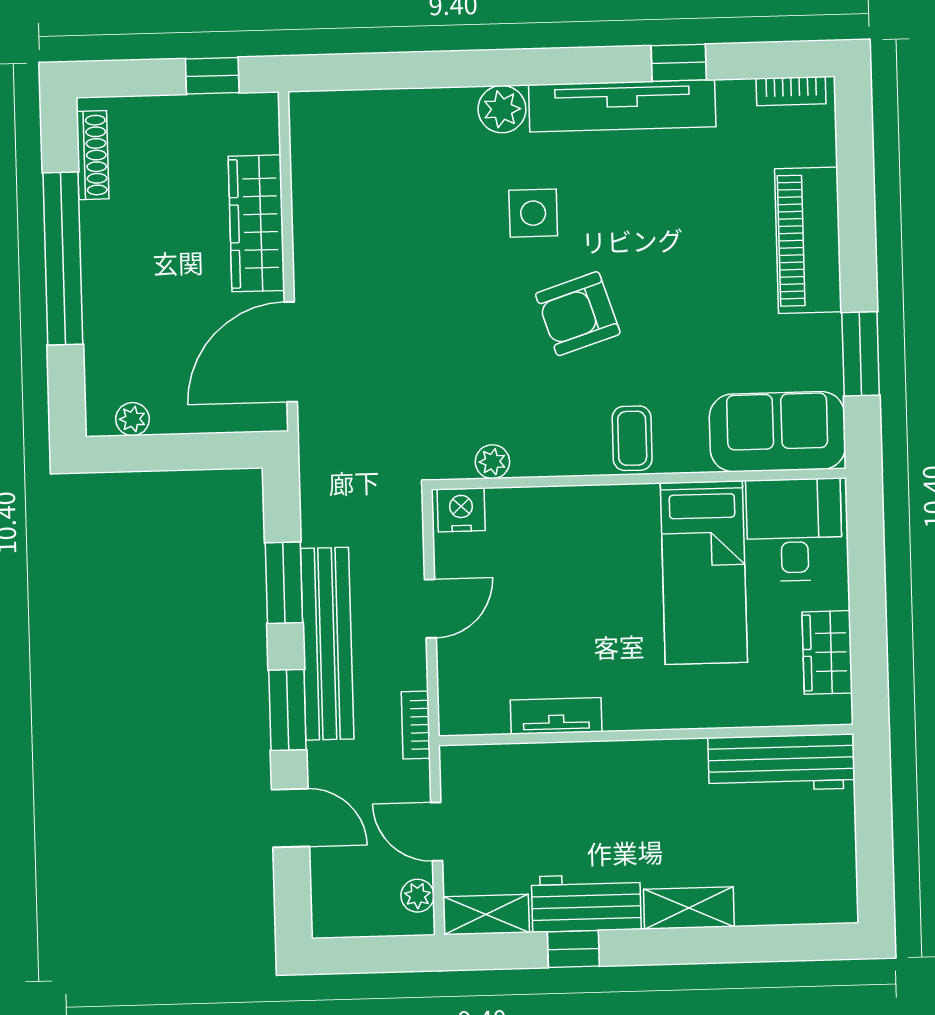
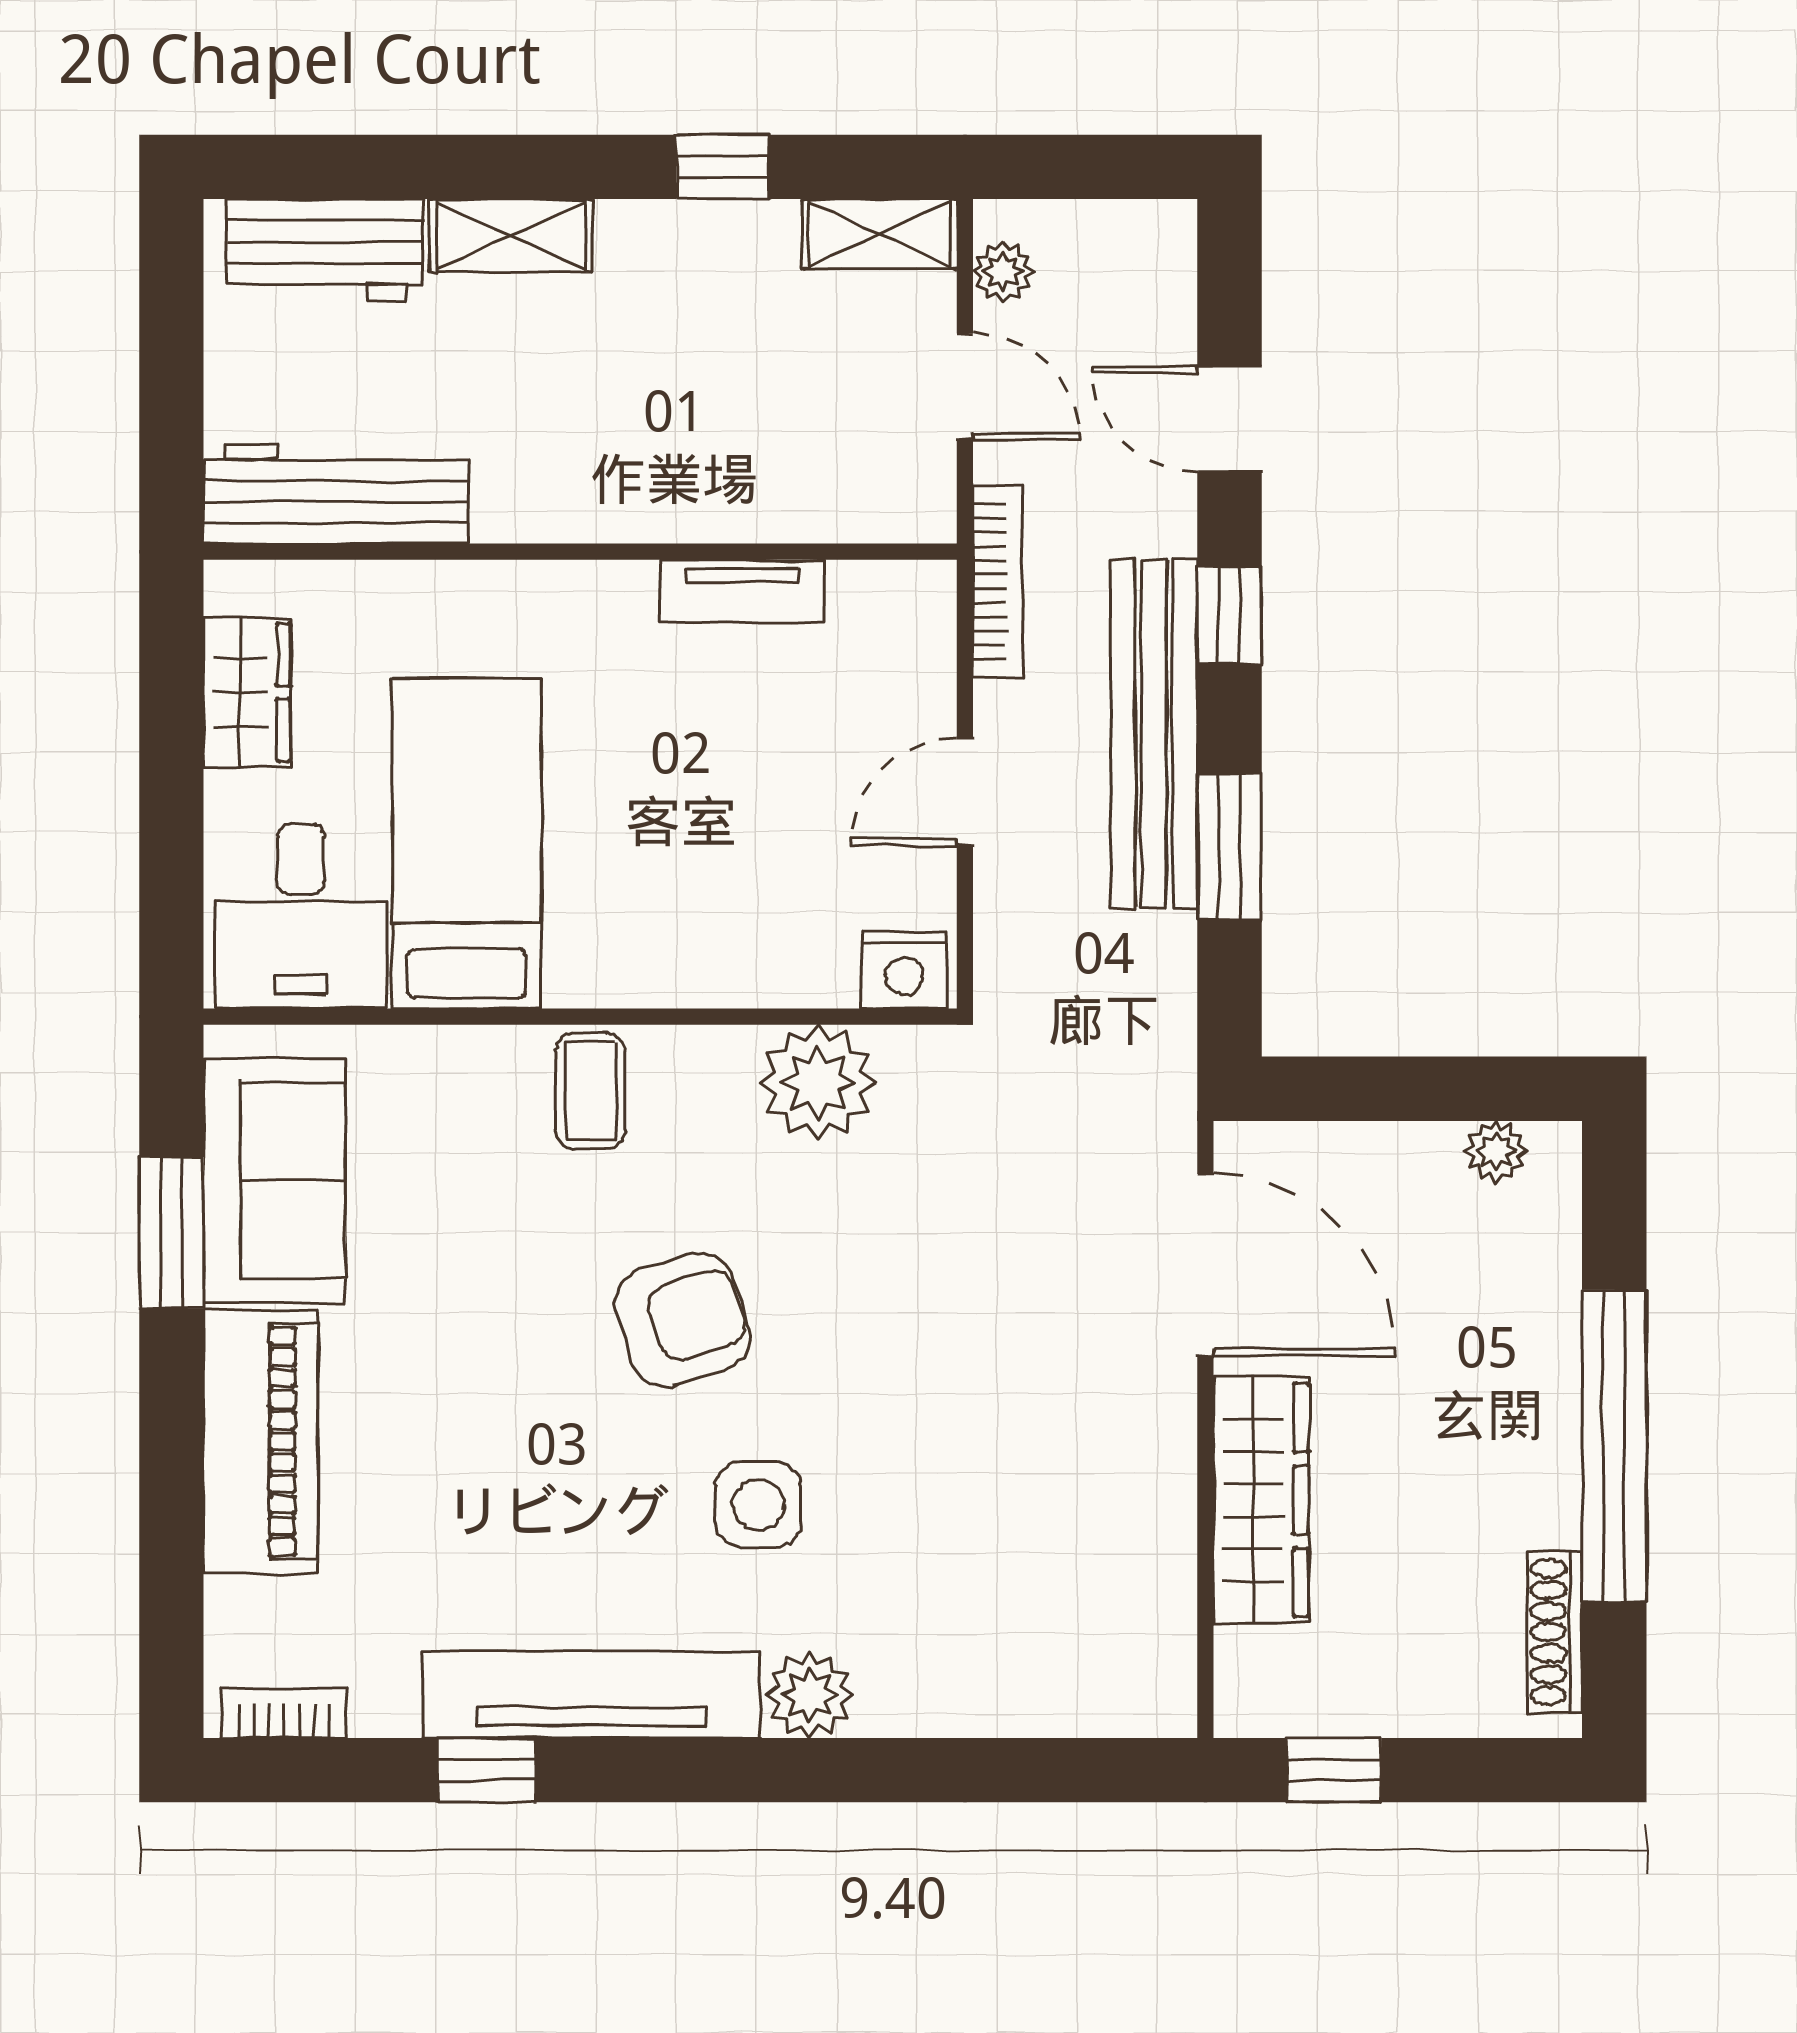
door: (291, 352) -> (1205, 1265), hinge flipped
sofa: (777, 432) -> (274, 1181), moved, turned -90
plant: (492, 462) -> (818, 1083), width x1.87, depth x1.87
window: (287, 710) -> (1229, 615), width x0.67
bookcase: (416, 725) -> (997, 581), width x1.56
workbench: (586, 903) -> (325, 250), moved

